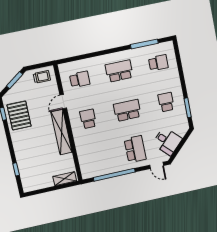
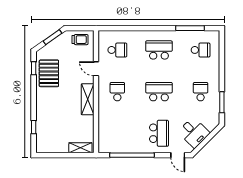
door: (63, 102) -> (96, 69), hinge flipped
shelving: (62, 132) -> (88, 99), width x0.68

